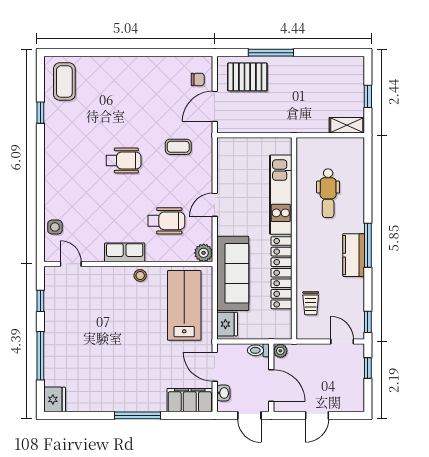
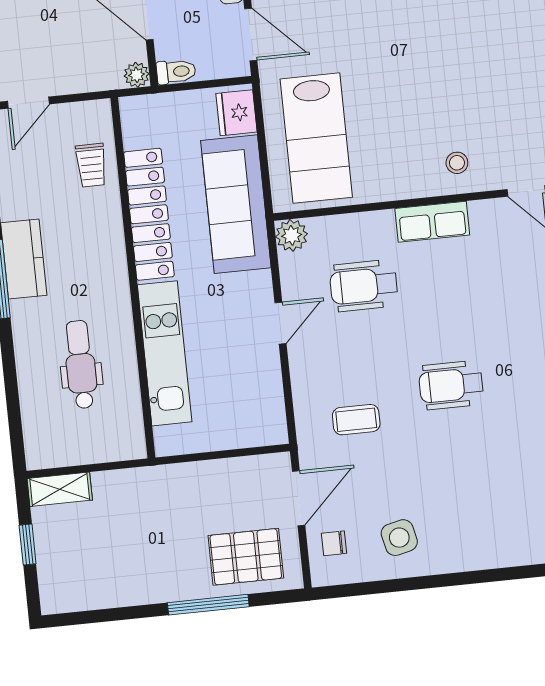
side table: (161, 79) -> (399, 538), added
stool: (140, 275) -> (457, 163), moved
trolley: (311, 303) -> (91, 165), turned 180
door: (342, 342) -> (28, 103), hinge flipped

